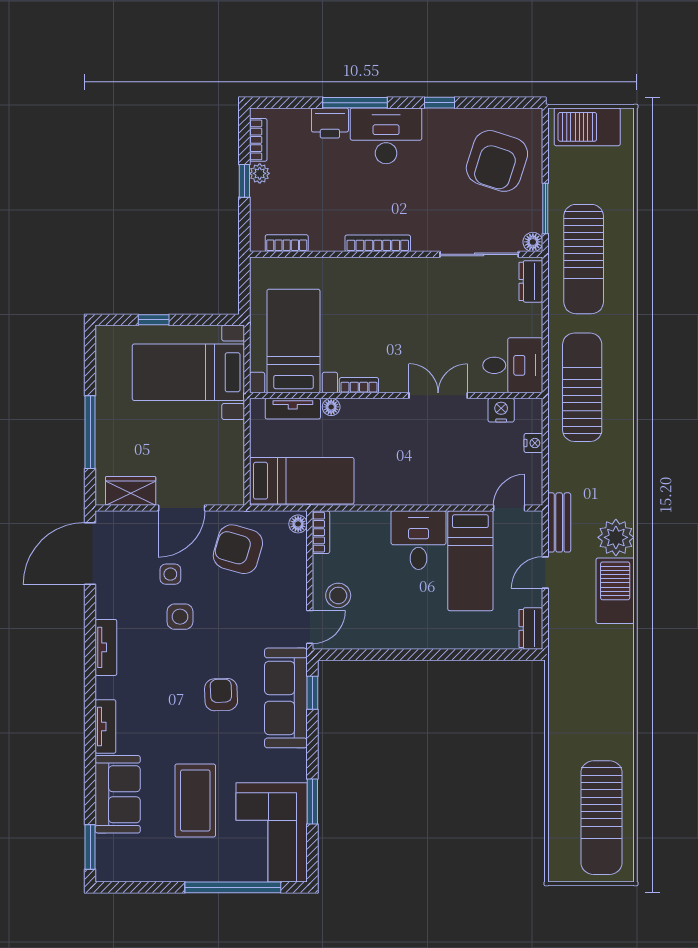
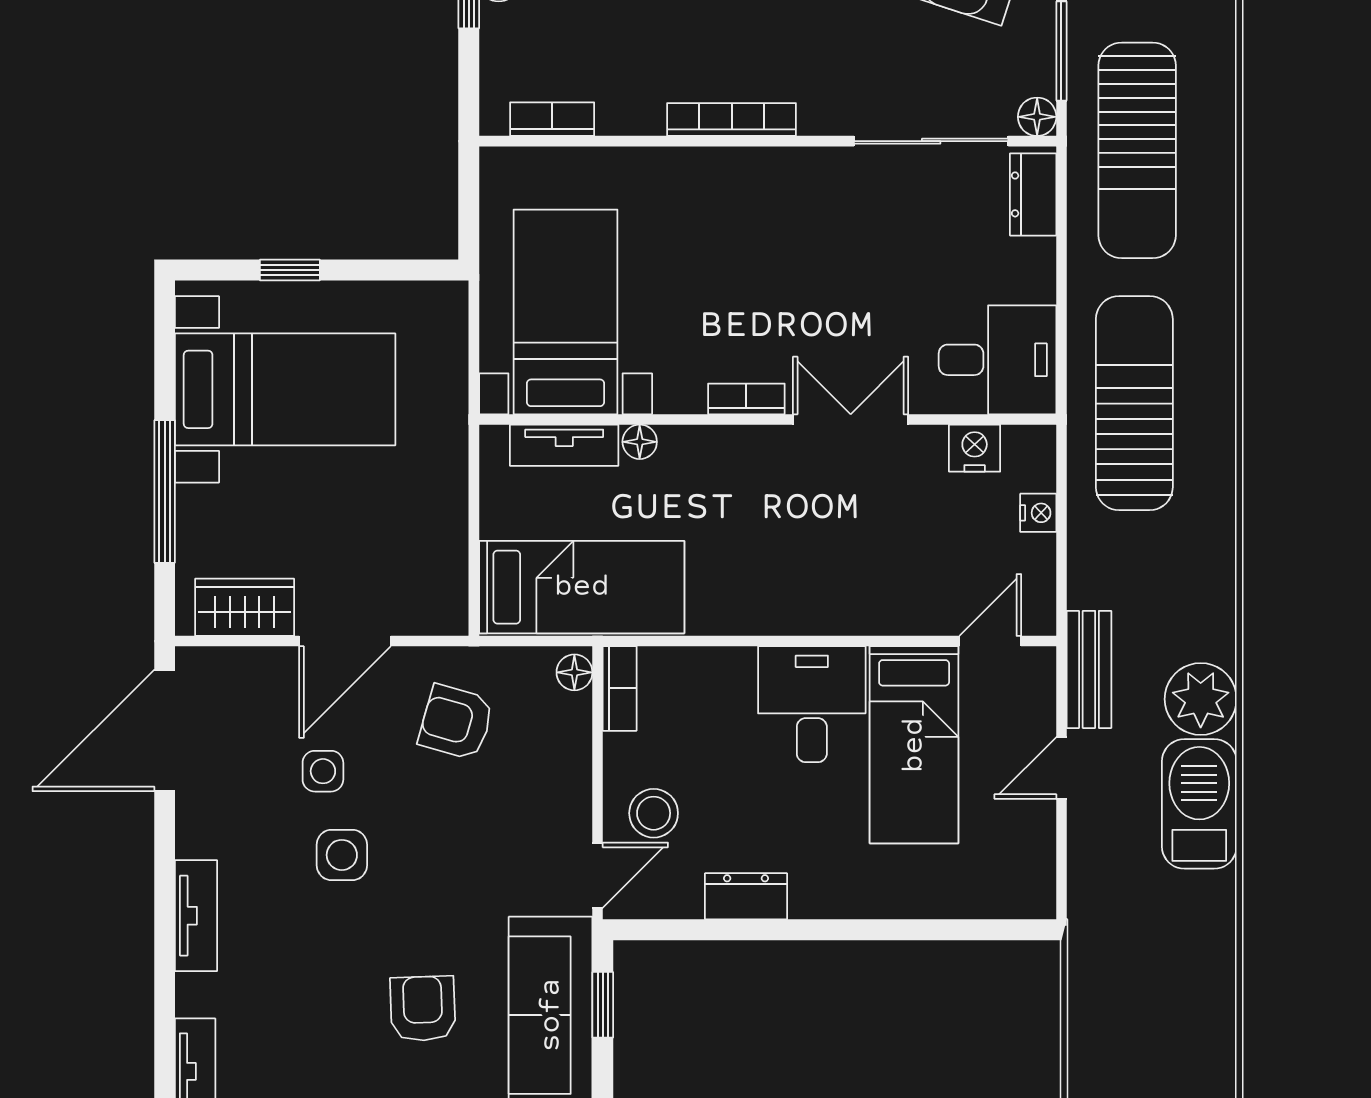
bed with nightstands: (188, 372) -> (285, 389), moved, turned 180
bookcase: (359, 385) -> (746, 399), moved
armchair: (238, 549) -> (456, 722), width x0.72, depth x0.72
dresser: (531, 628) -> (746, 896), moved, turned 90

